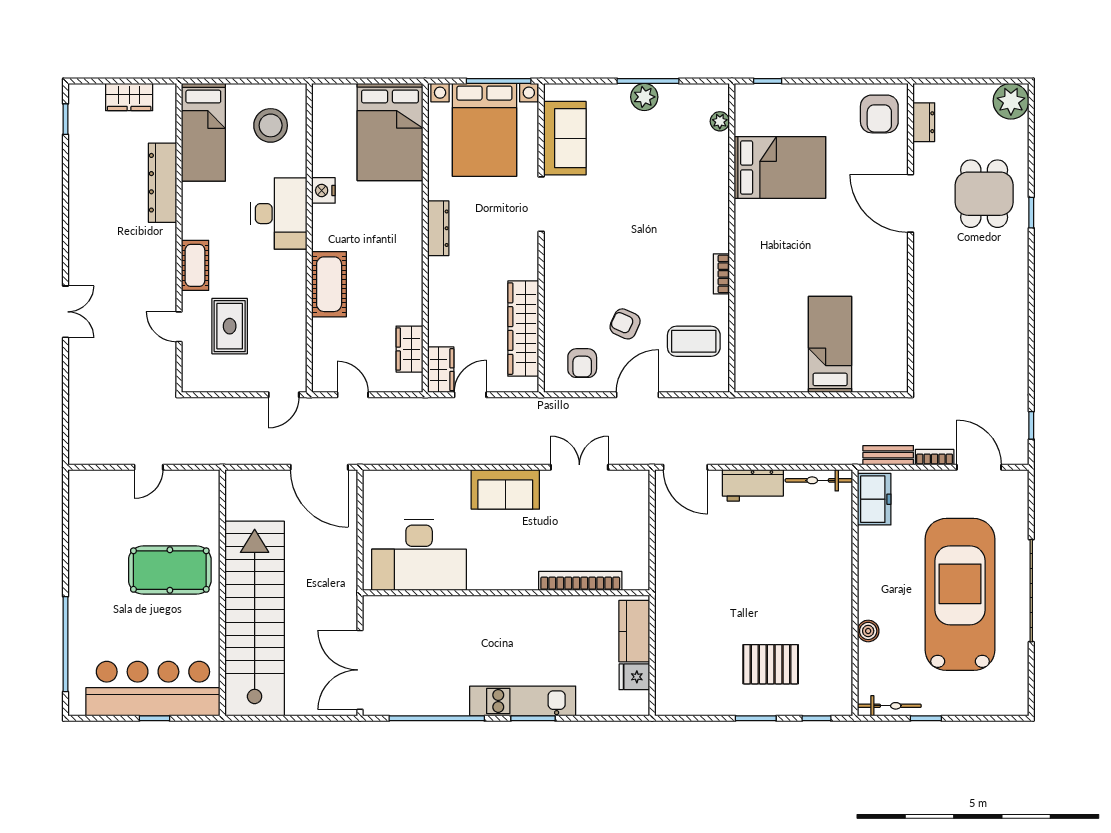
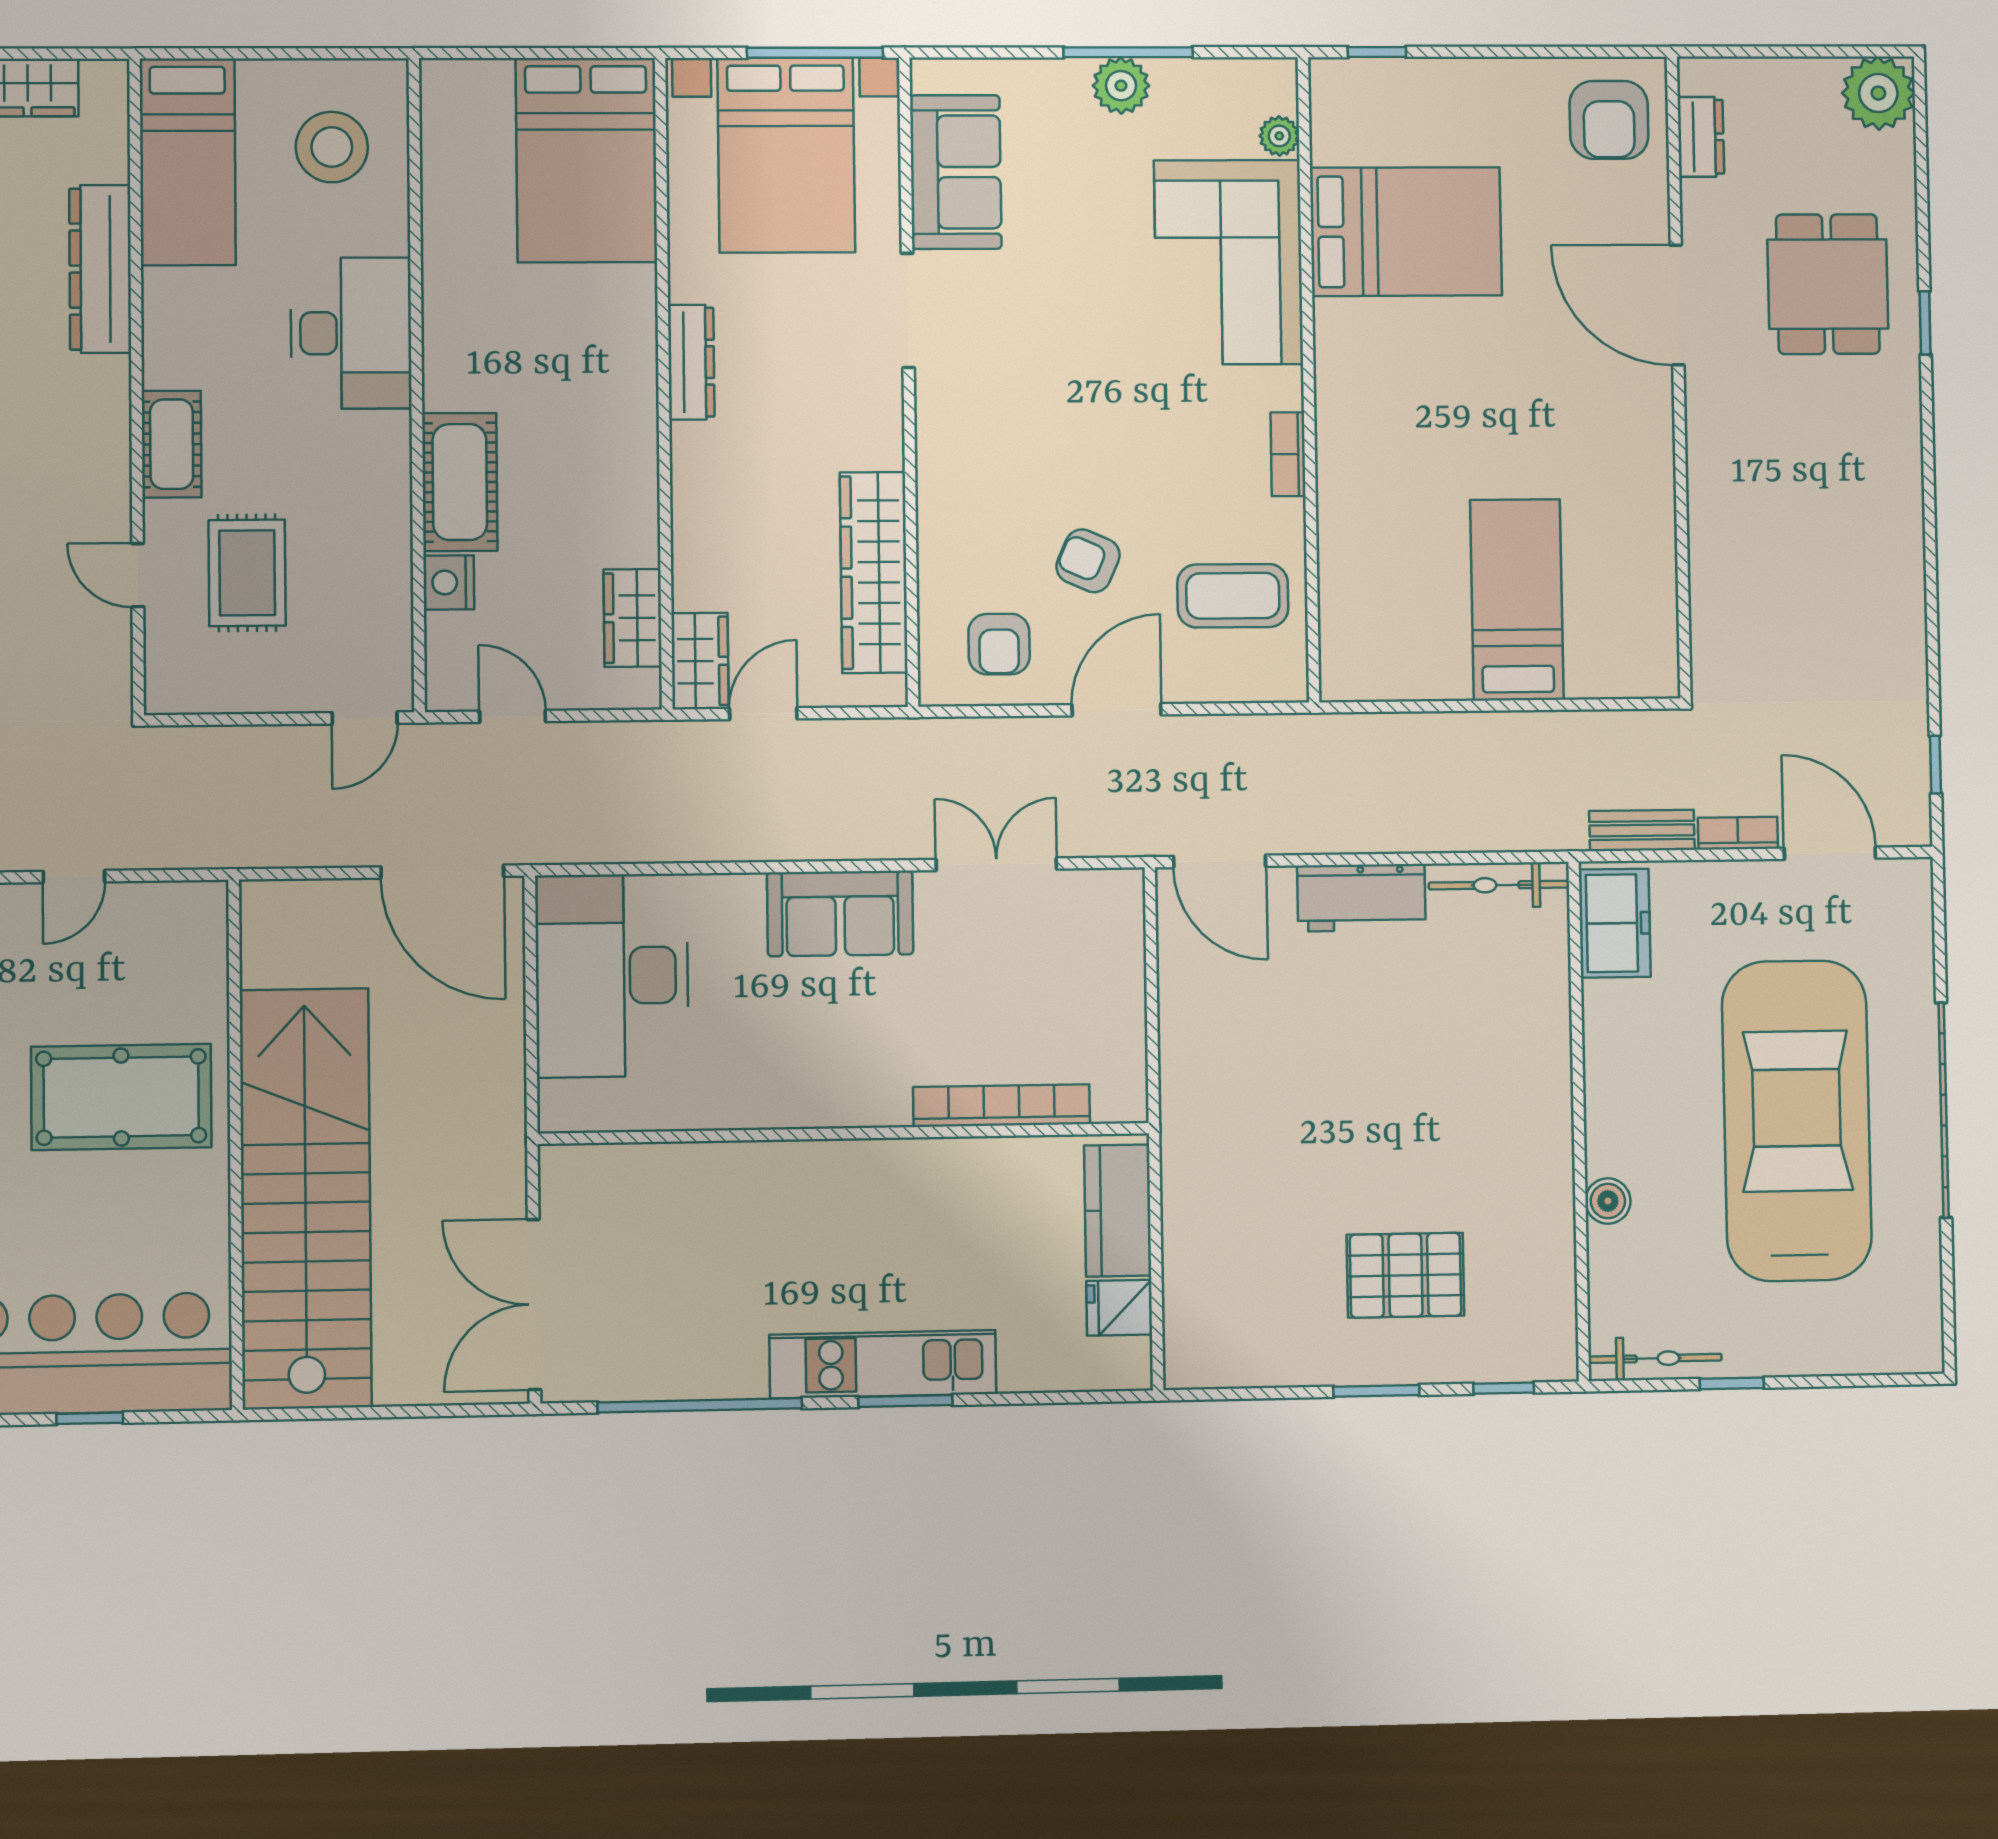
corner sofa: (694, 182) -> (1229, 262), added
nightstand: (323, 190) -> (449, 582), moved
desk: (419, 555) -> (612, 976), moved, turned 90

